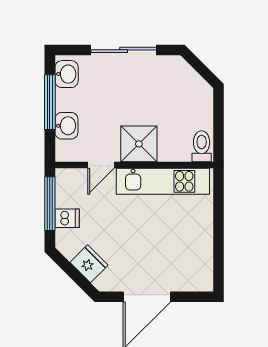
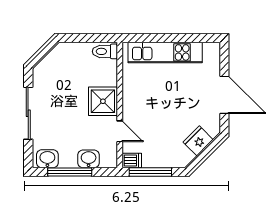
kitchen unit: (163, 181) -> (165, 52), moved, turned 90
dishwasher: (67, 218) -> (132, 160), moved, turned 90

